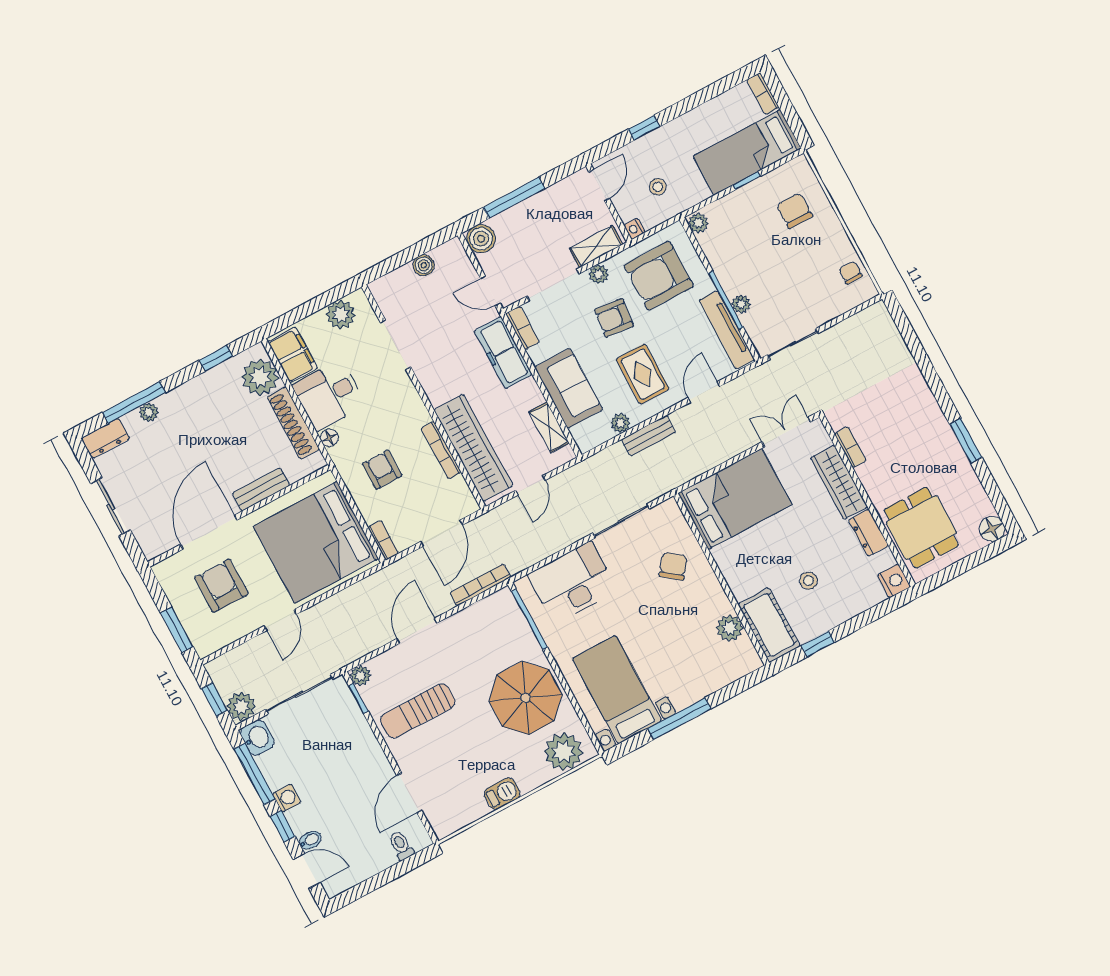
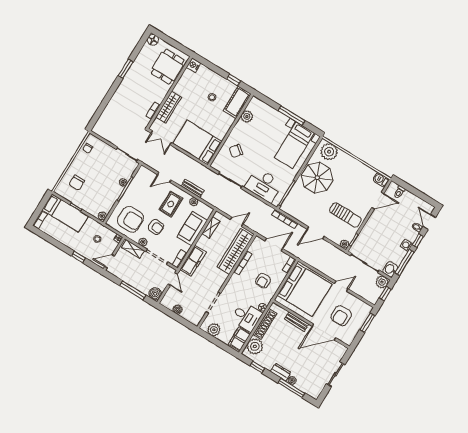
tv unit: (727, 330) -> (136, 182), removed
dresser: (106, 438) -> (281, 372), moved
dresser: (868, 533) -> (181, 85), removed
barbecue: (502, 794) -> (381, 180), moved

